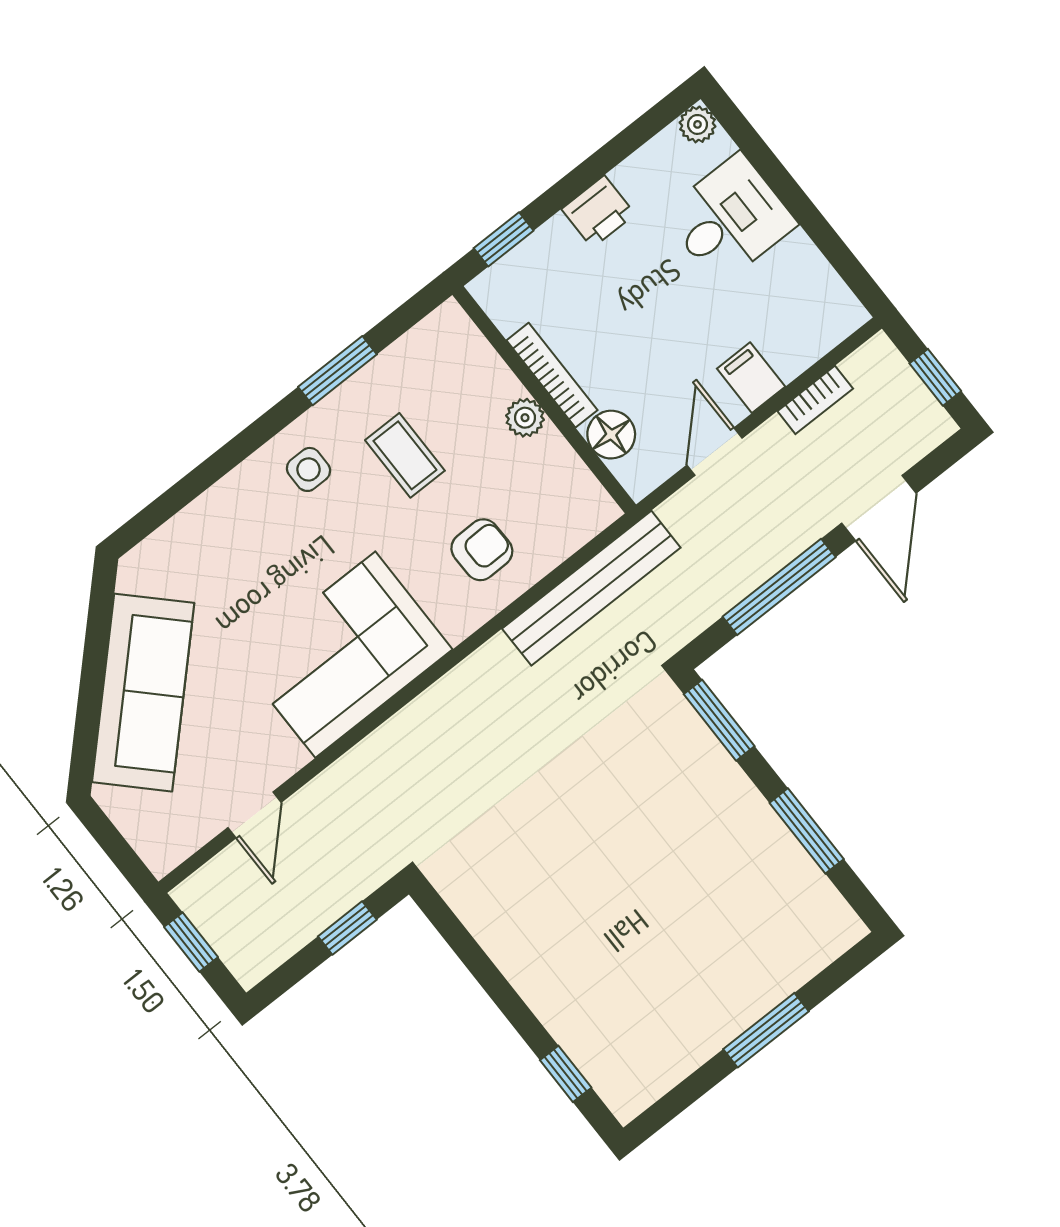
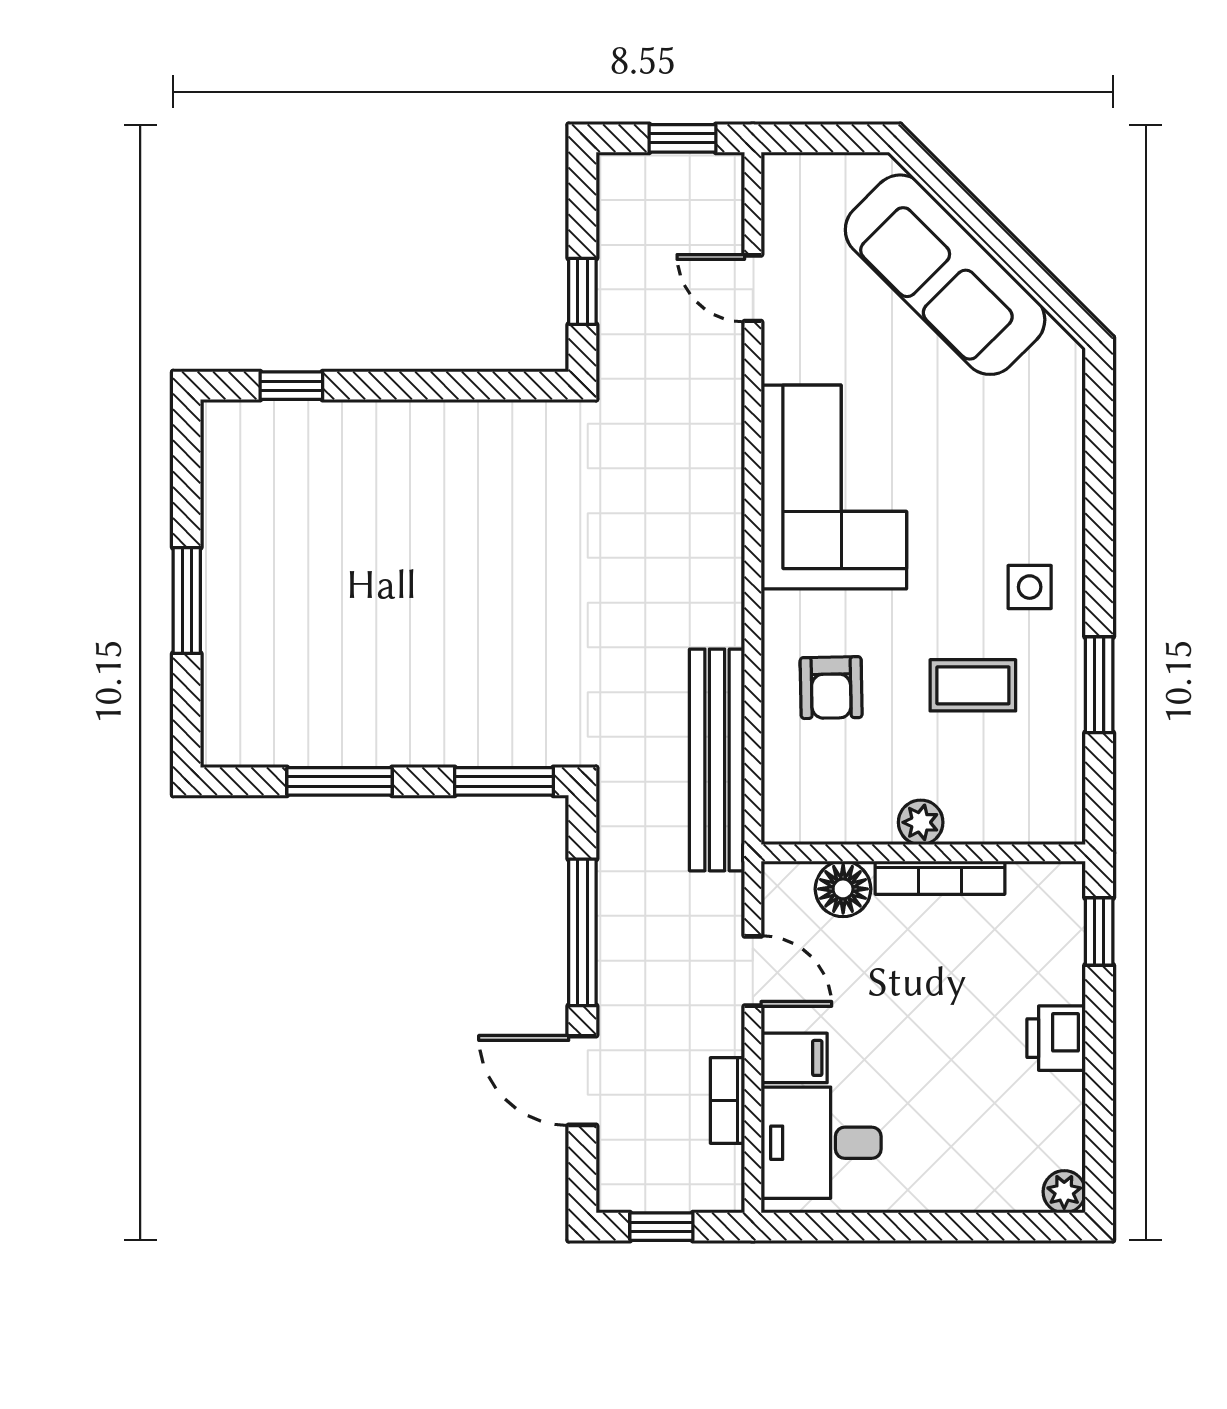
desk: (730, 219) -> (821, 1143), moved, turned 90

